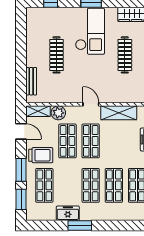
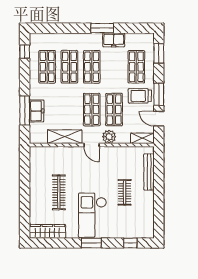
clothes rail: (57, 55) -> (125, 192), width x0.73
bench: (31, 81) -> (149, 172), width x1.36
plant: (58, 113) -> (109, 137), moved
window: (21, 170) -> (159, 94), moved

